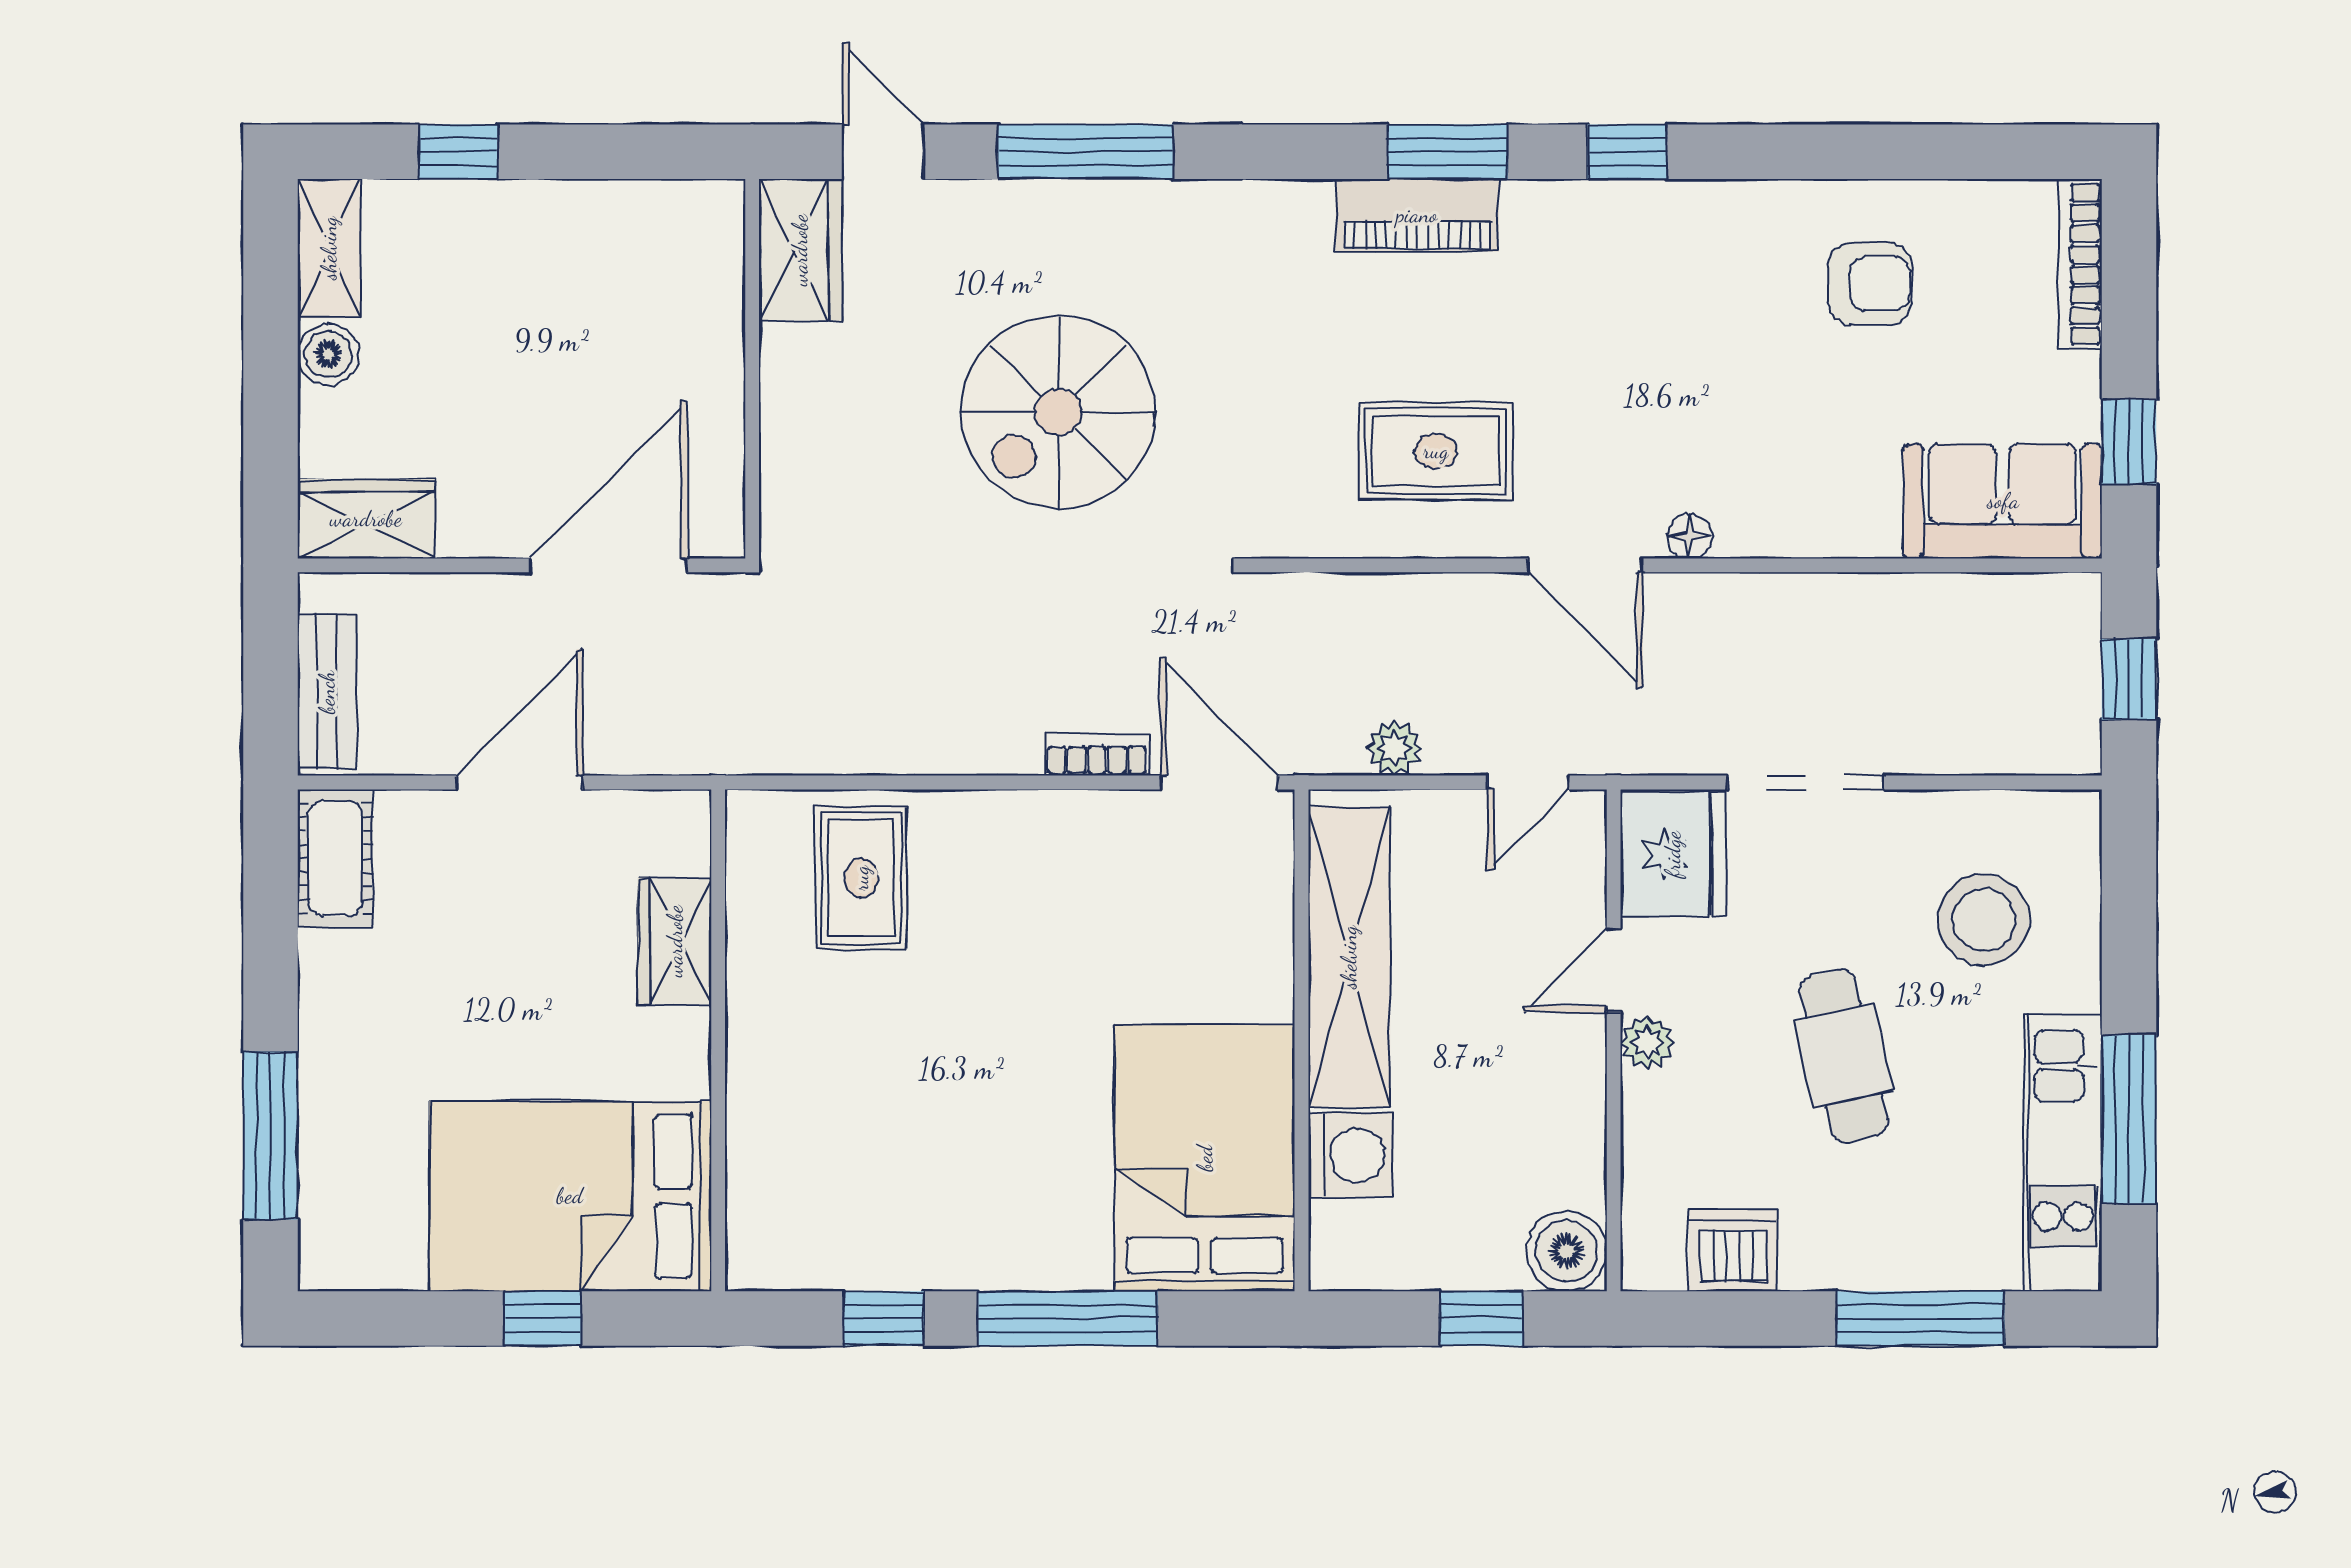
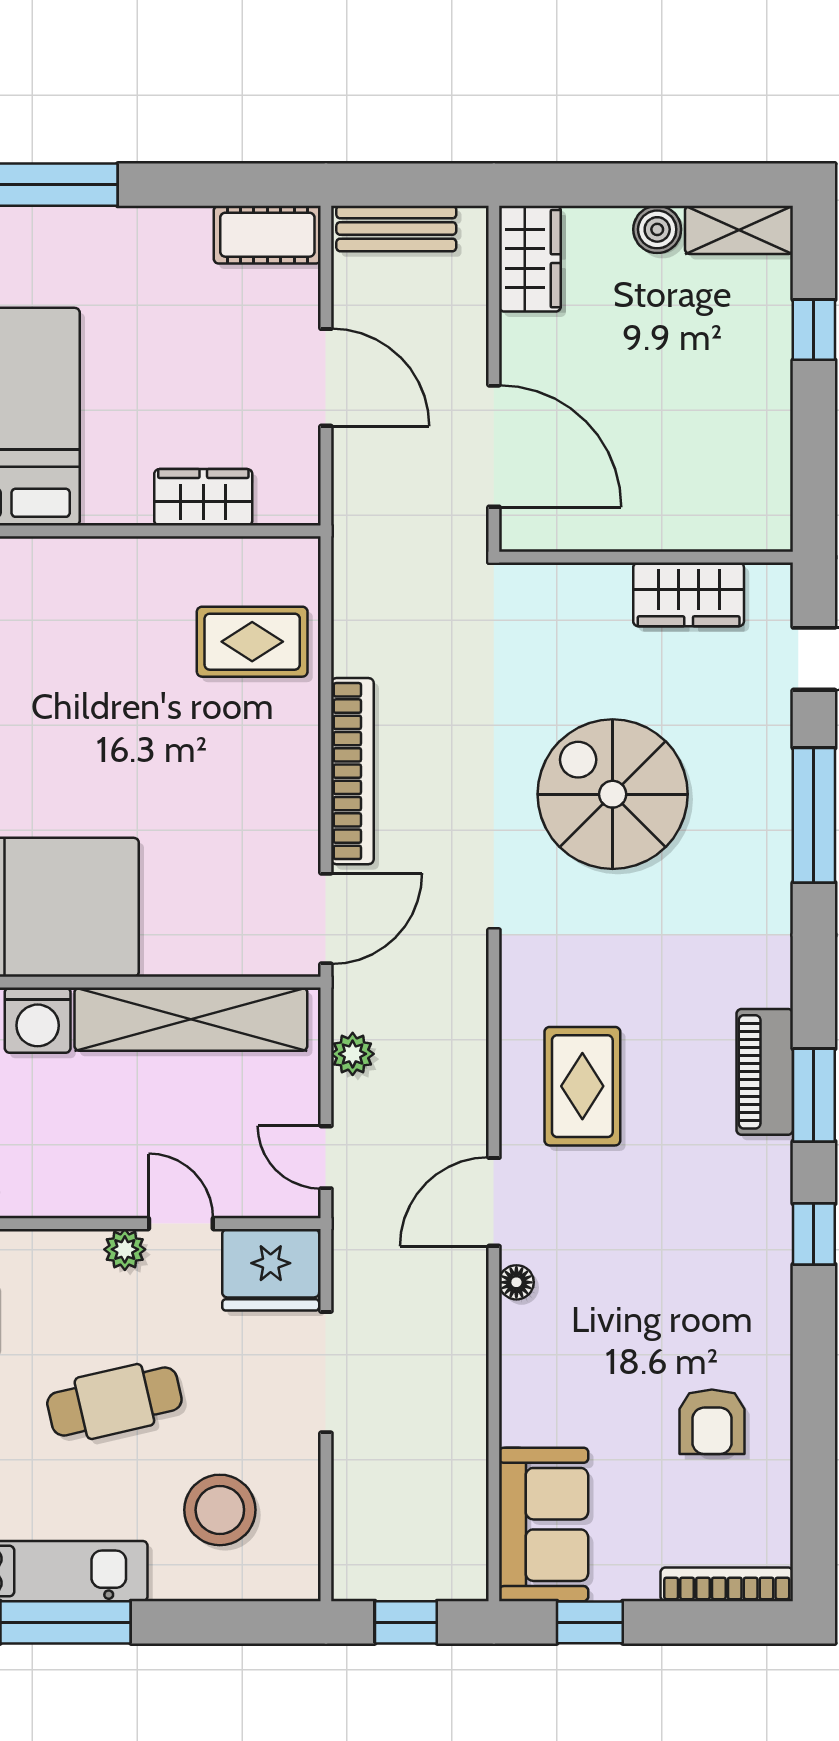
wardrobe: (800, 250) -> (689, 594), moved
bookcase: (1097, 755) -> (352, 771), width x2.31, depth x1.31

